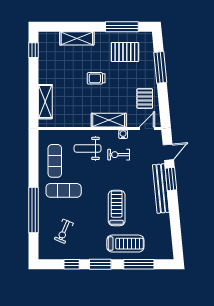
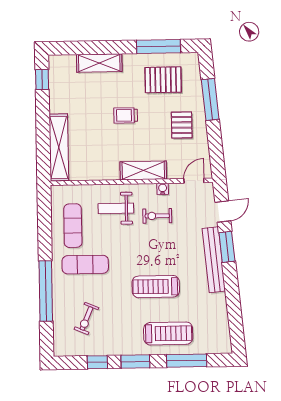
pallet: (145, 99) -> (182, 125), moved
shelving: (45, 102) -> (59, 147), width x1.47
treadmill: (117, 208) -> (156, 287), turned -90

